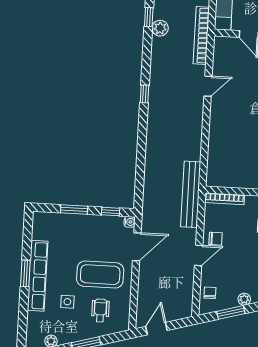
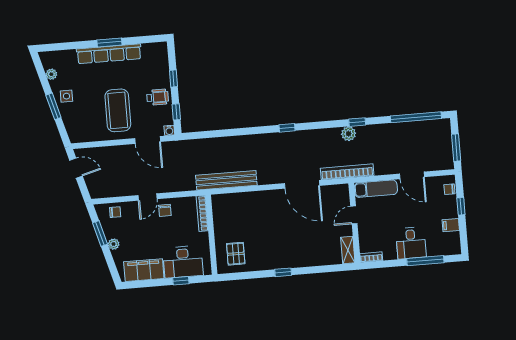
door: (208, 86) -> (302, 184), width x1.87
bench: (191, 194) -> (226, 180), moved
window: (74, 209) -> (173, 79), width x0.67
door: (199, 255) -> (148, 197), hinge flipped
side table: (67, 302) -> (66, 96), moved
wheelchair: (100, 310) -> (158, 97), moved

